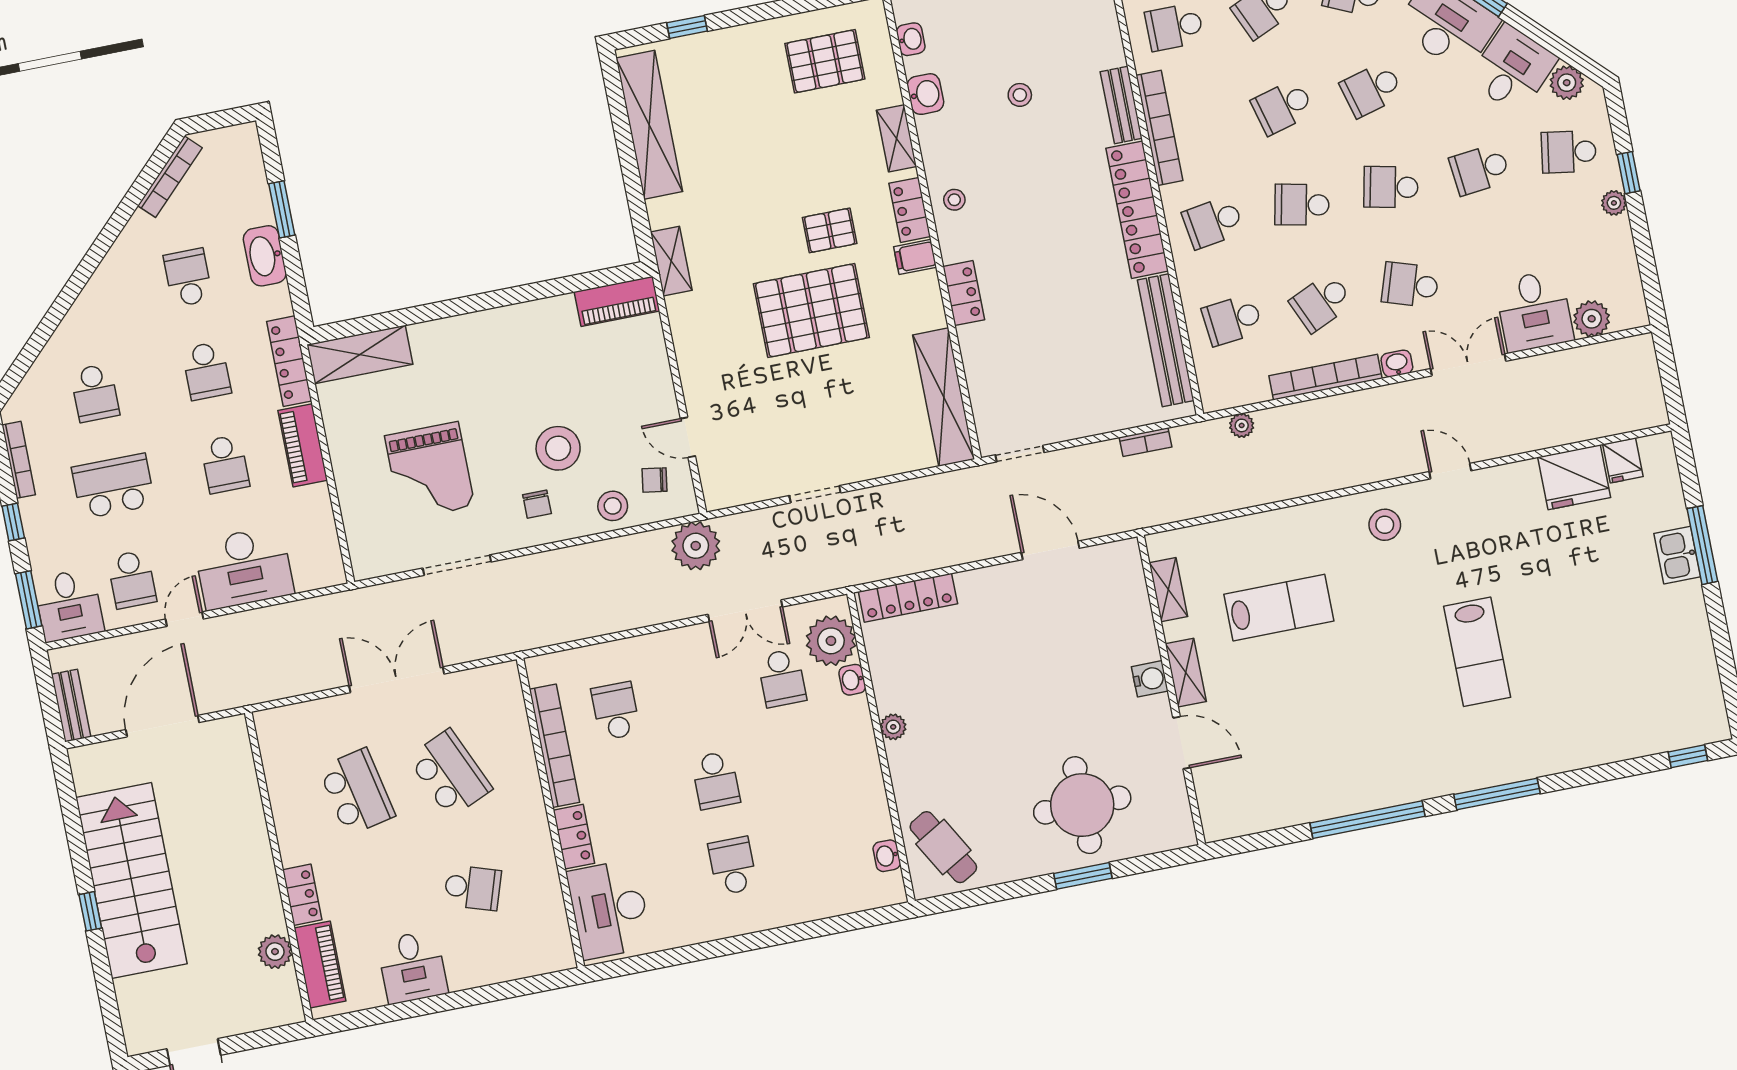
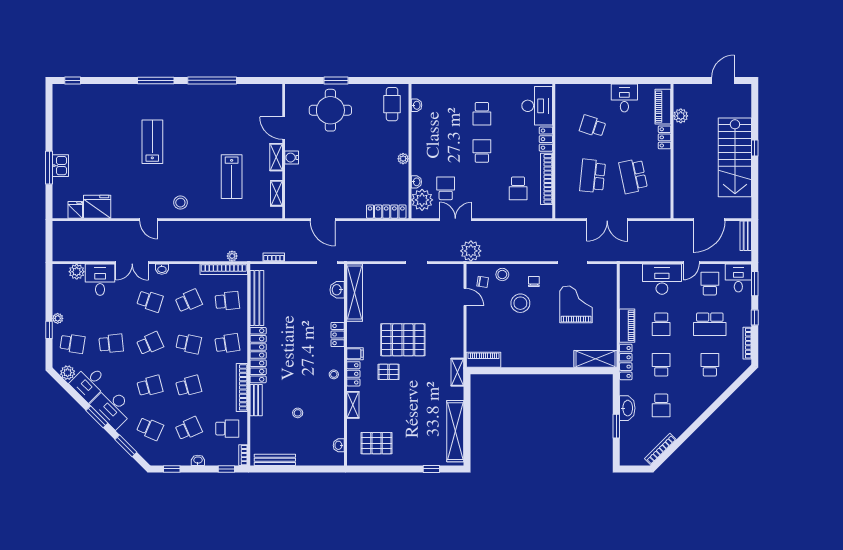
washbasin: (925, 94) -> (337, 290), moved
school desk: (1391, 187) -> (150, 344), turned -36
bookcase: (1325, 377) -> (224, 269), moved
school desk: (225, 464) -> (661, 324), turned 180
lab bench: (1279, 608) -> (232, 177), turned -90
school desk: (450, 773) -> (593, 176), turned 30
cafe table: (943, 847) -> (392, 104), turned 30

